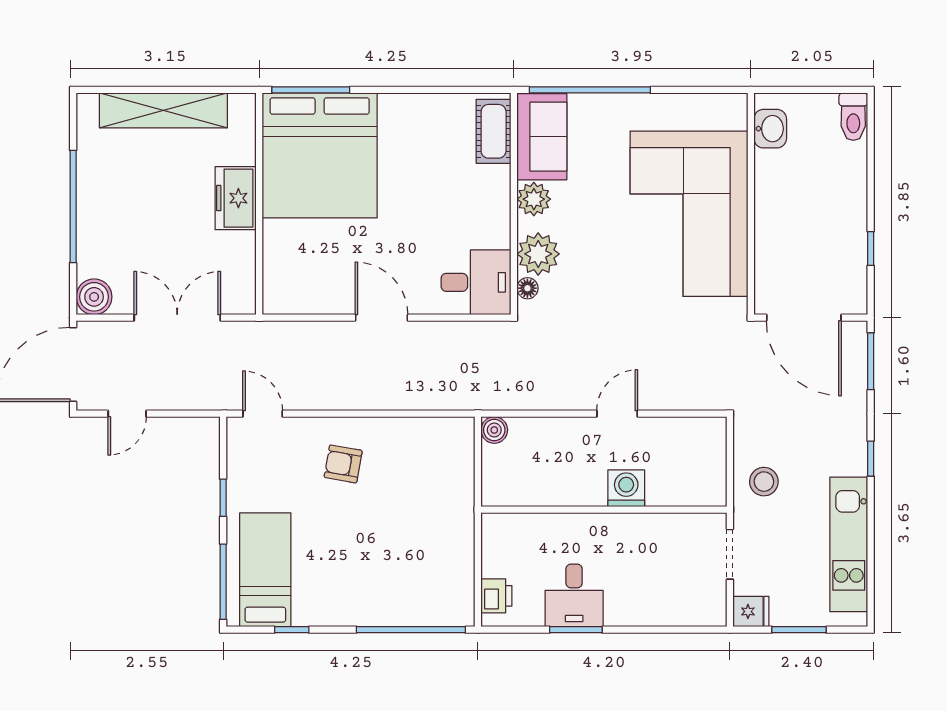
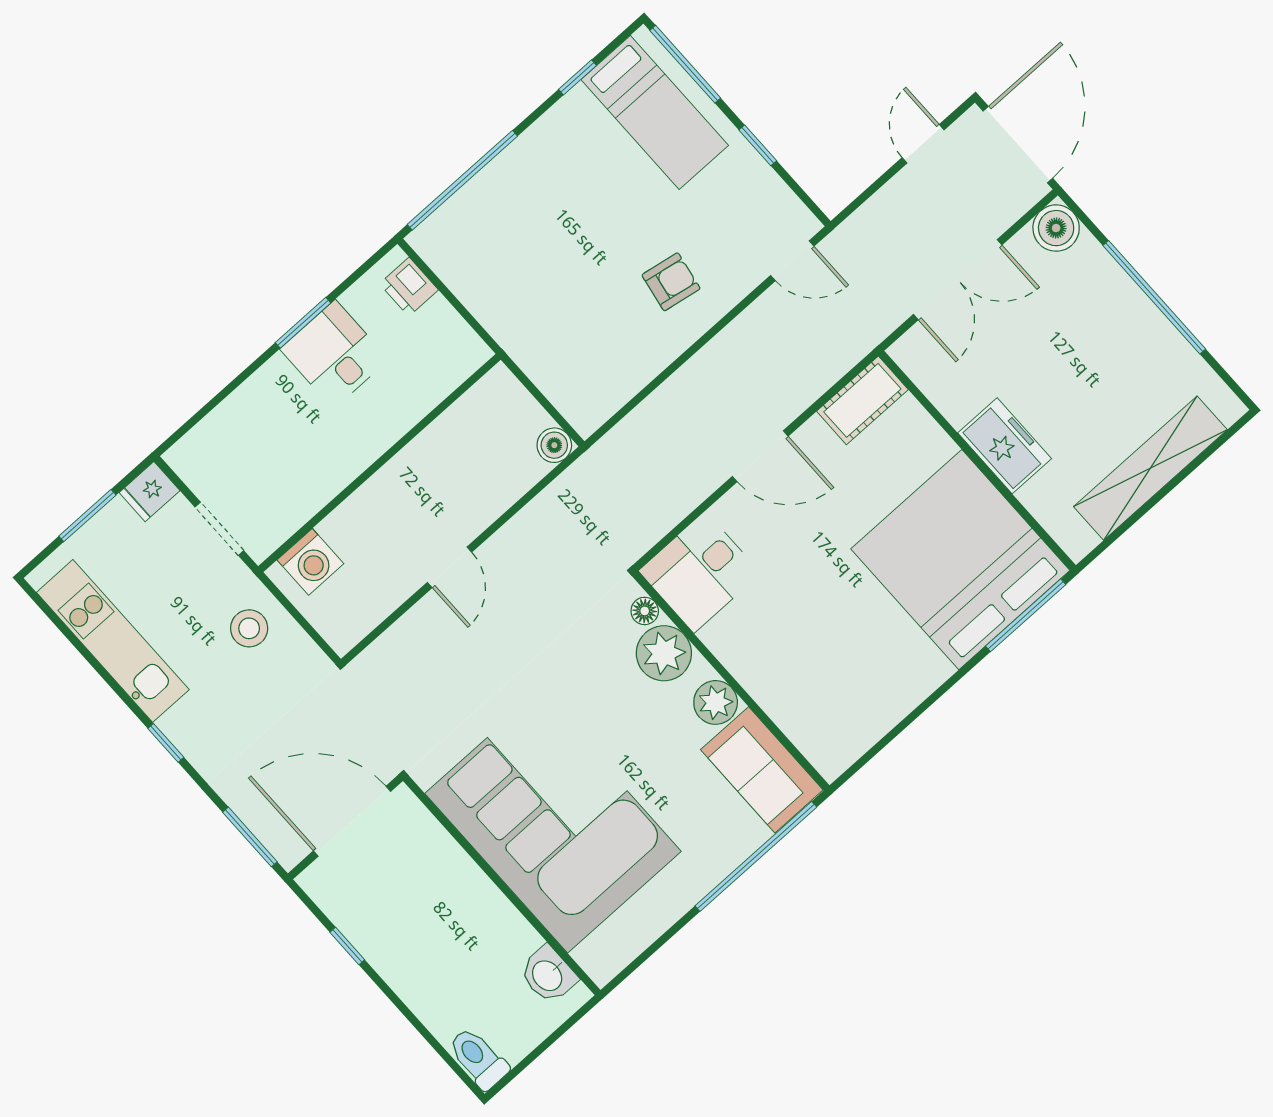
cot: (494, 131) -> (862, 400), moved, turned 90
washing machine: (626, 488) -> (310, 562), moved

